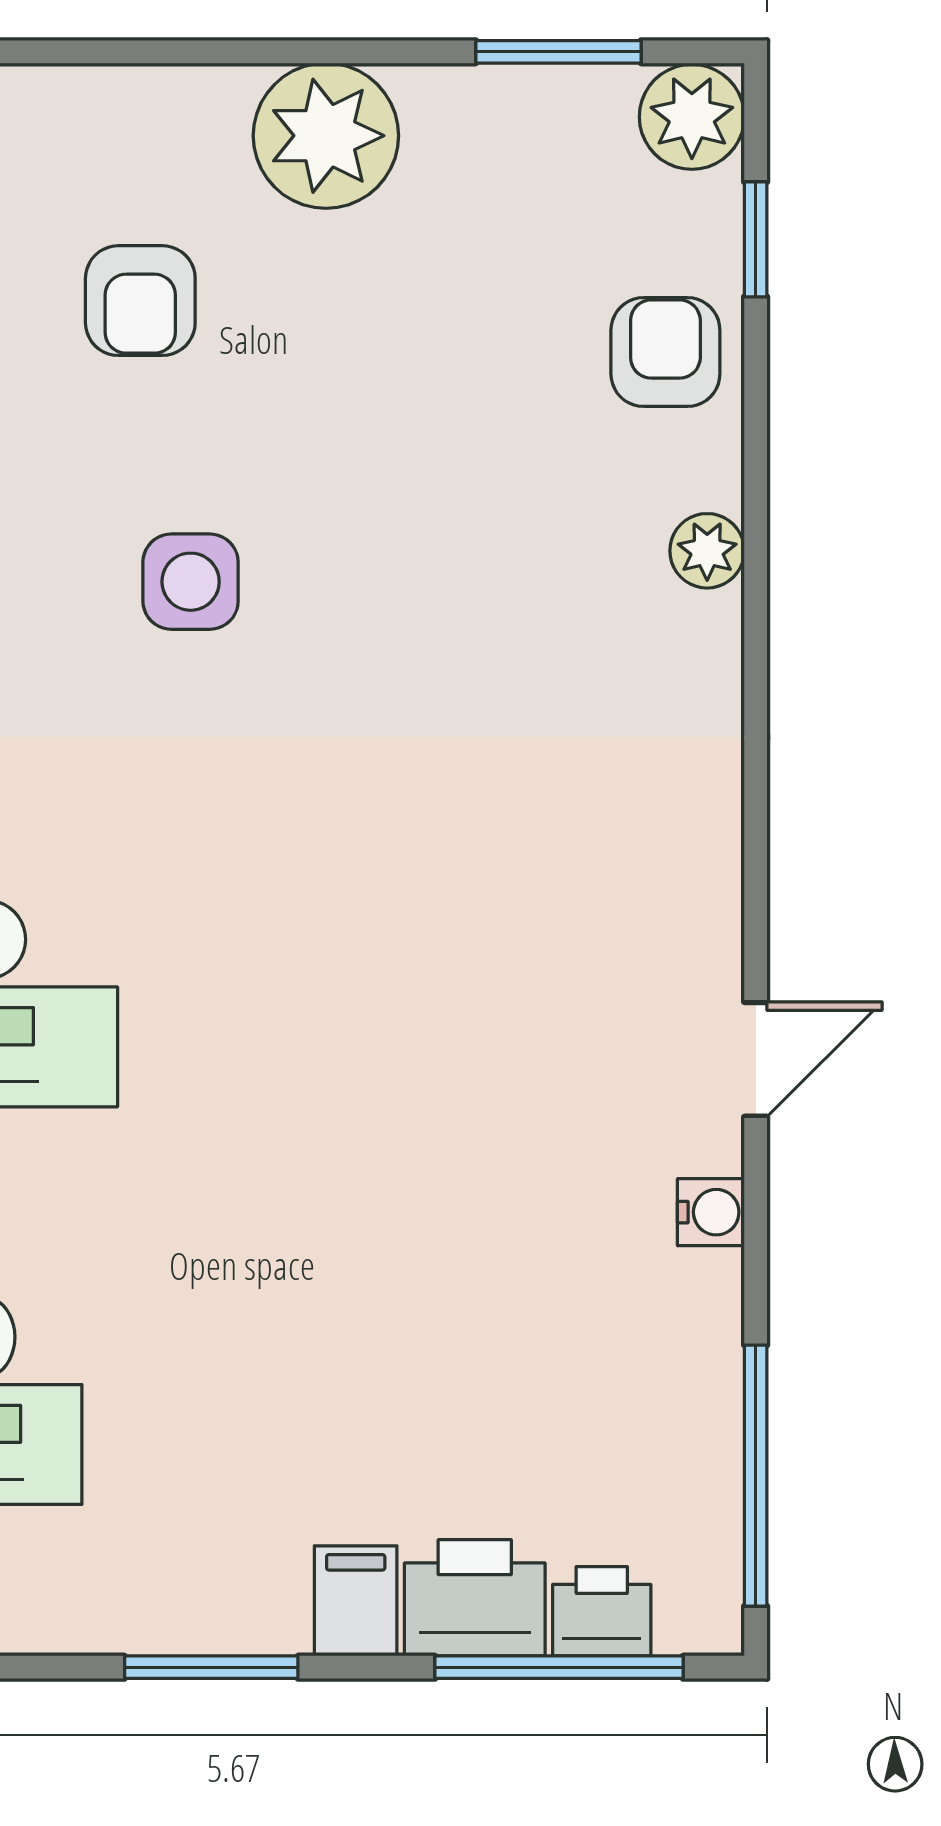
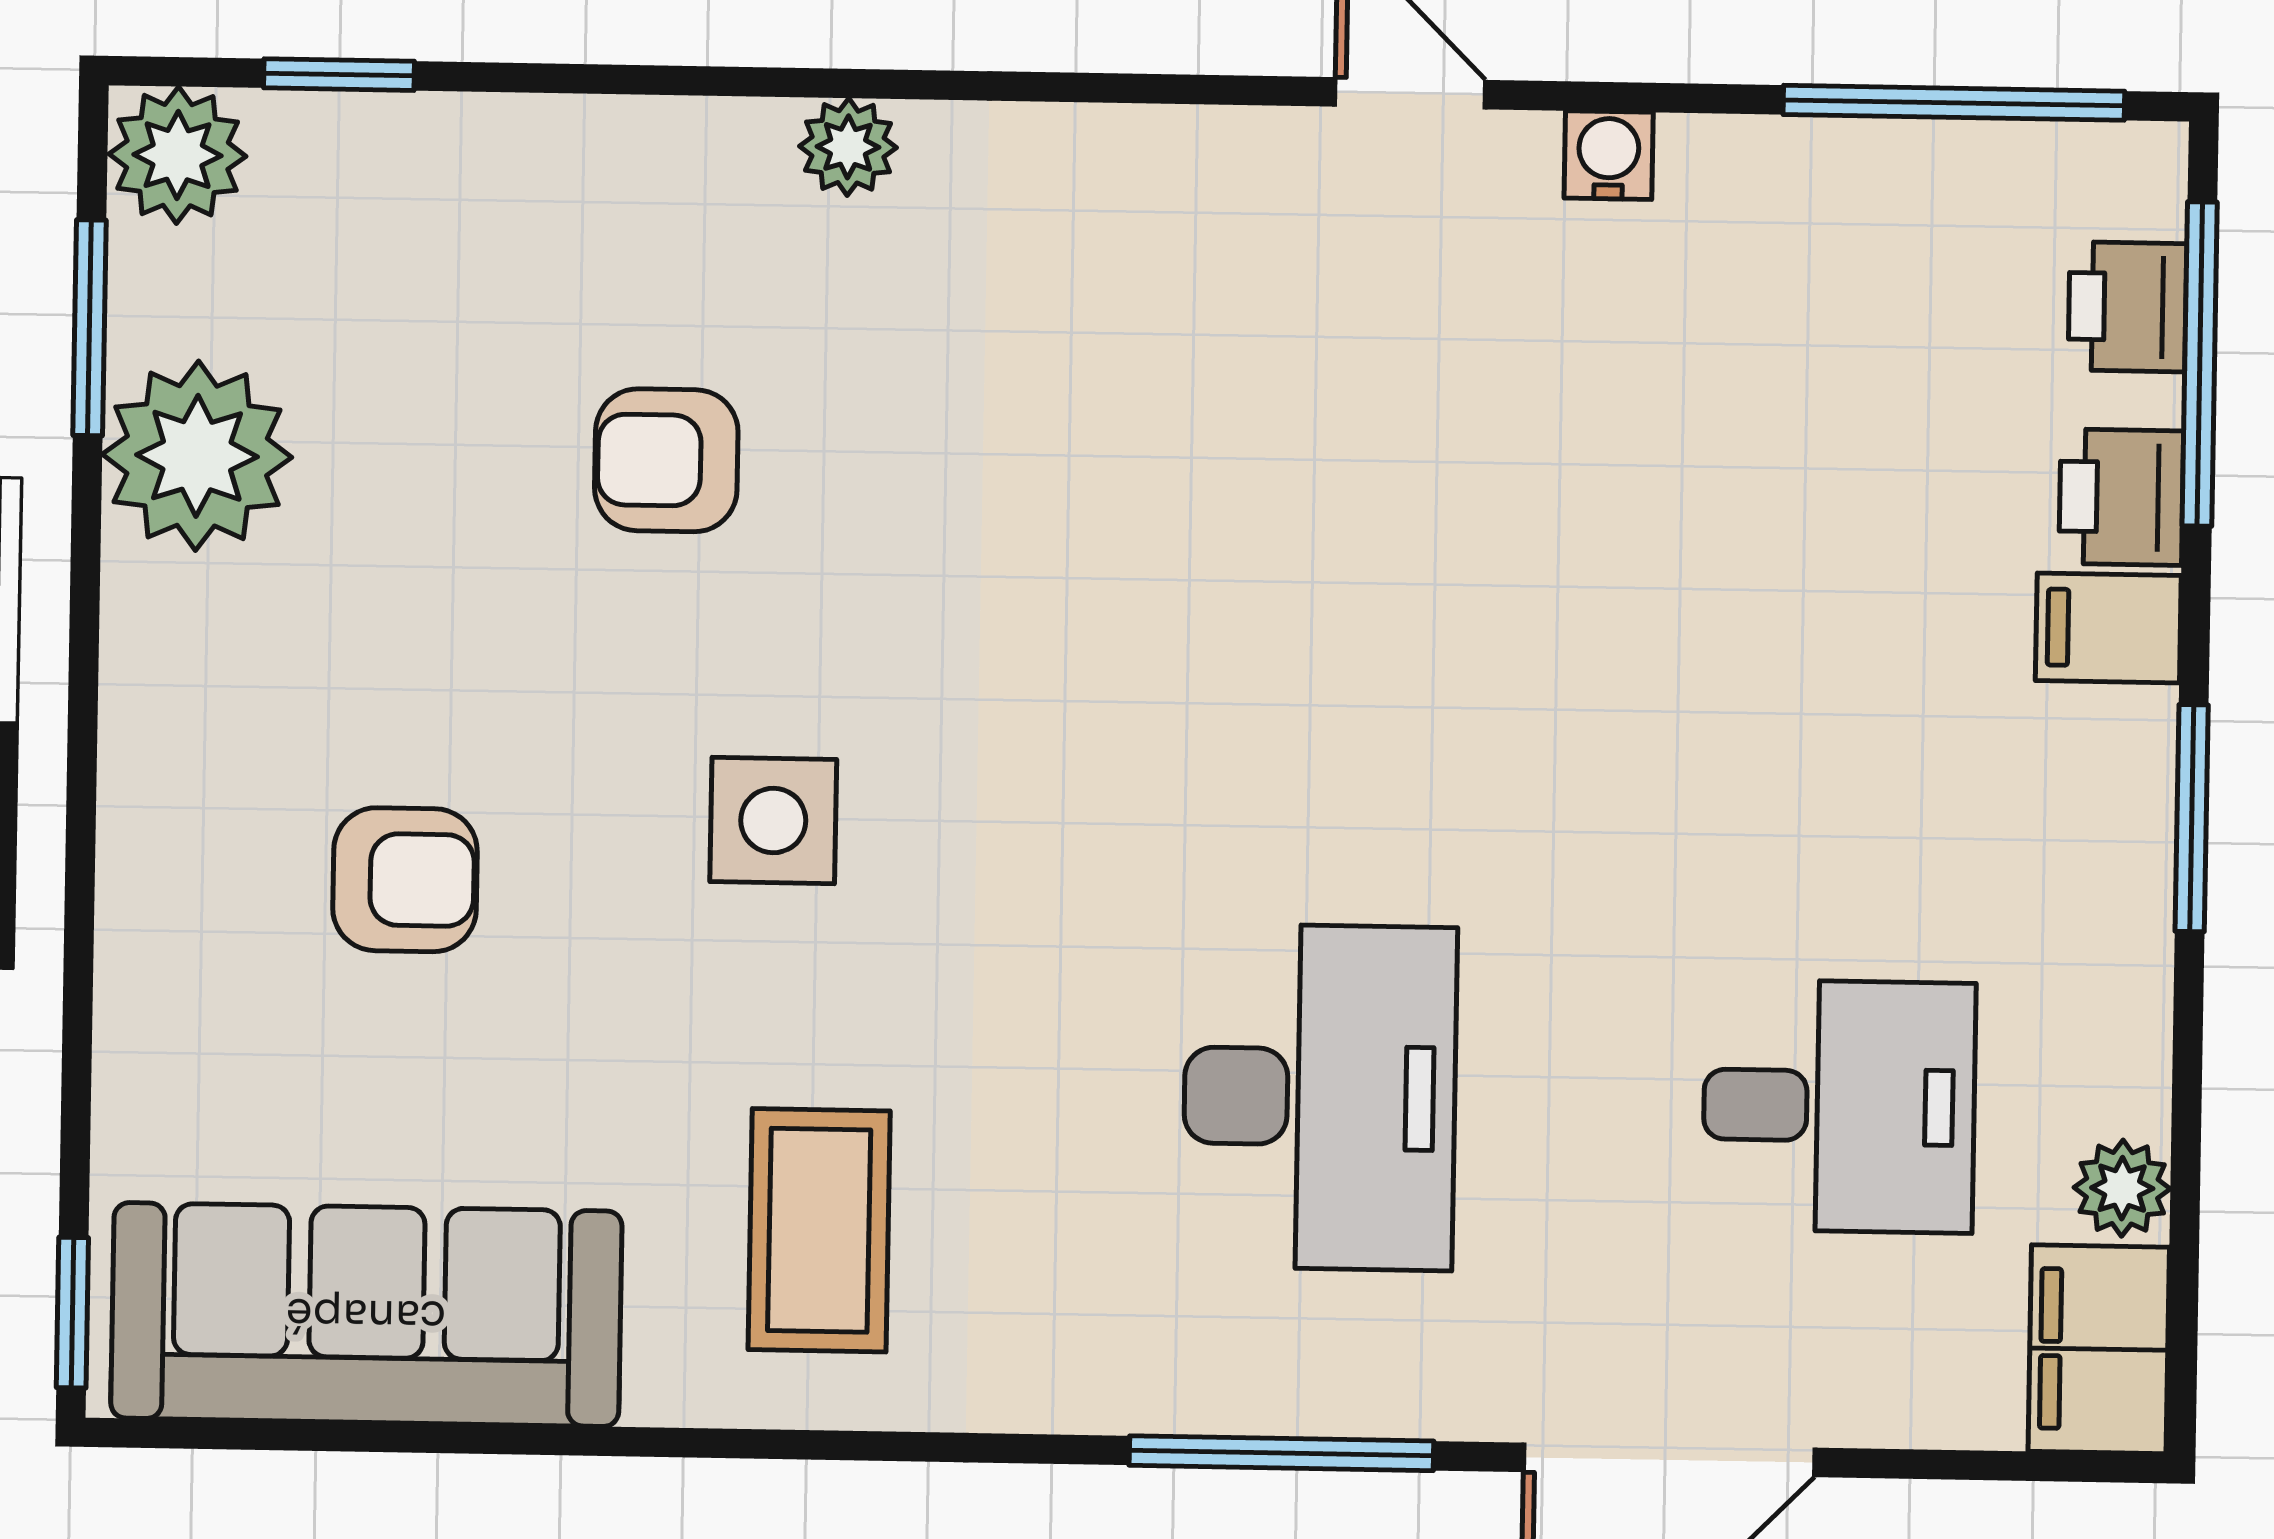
plant: (326, 136) -> (197, 456), moved
armchair: (665, 352) -> (666, 460), moved
plant: (707, 551) -> (848, 147), moved
printer: (475, 1598) -> (2121, 497), width x0.73, depth x0.81

